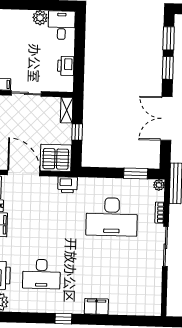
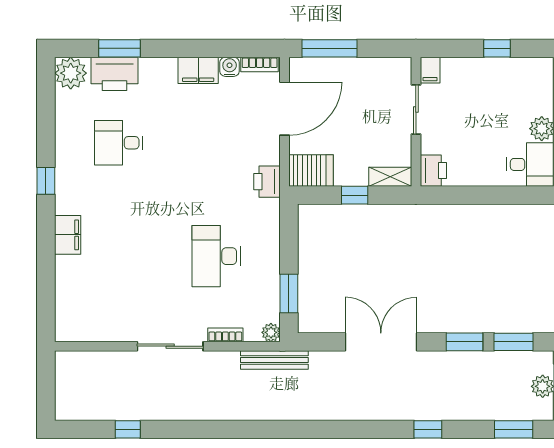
printer: (66, 66) -> (433, 171), moved, turned 90
server rack: (56, 158) -> (311, 171), width x0.62
desk: (112, 217) -> (216, 256), width x0.73, depth x0.77
desk: (41, 274) -> (119, 143), width x0.73

